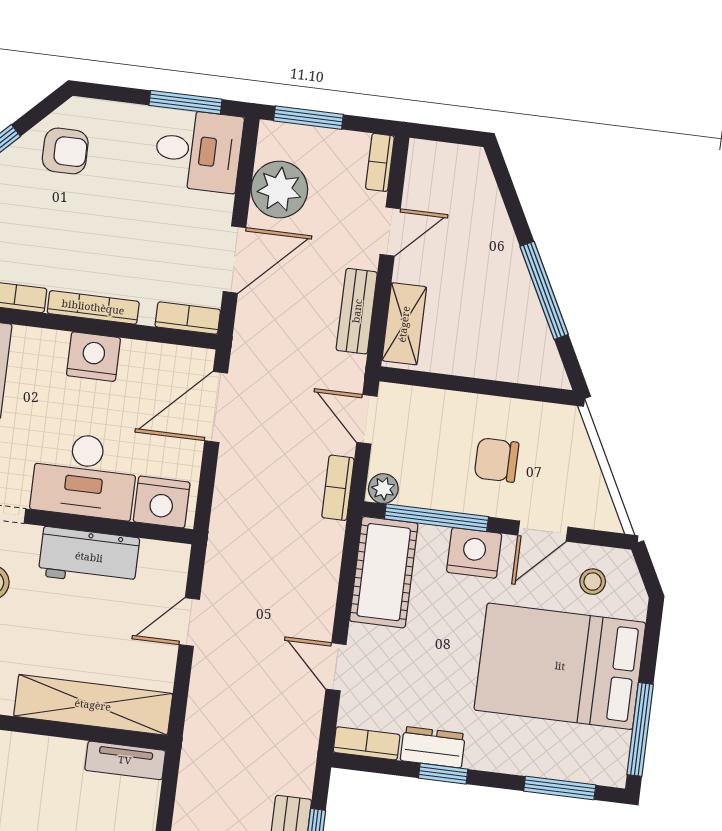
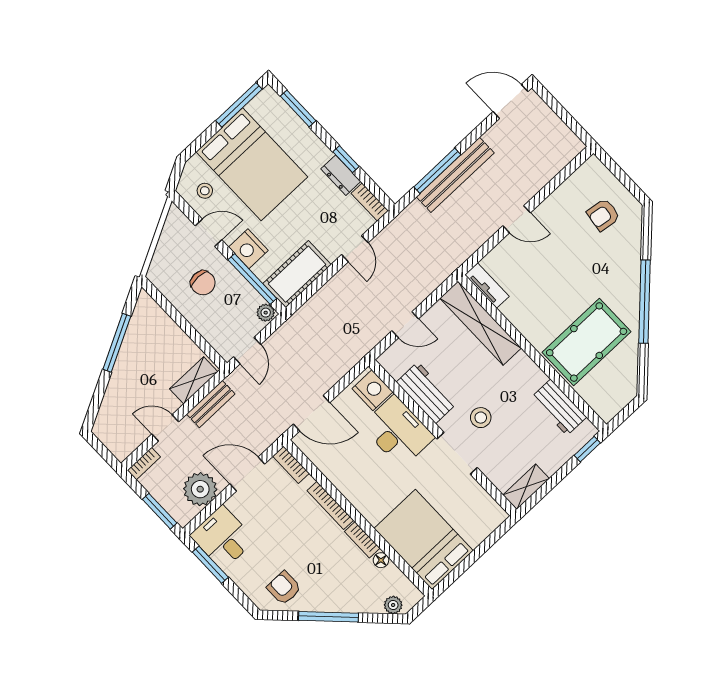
nightstand: (93, 357) -> (349, 483), removed
bookcase: (338, 488) -> (286, 330), removed

